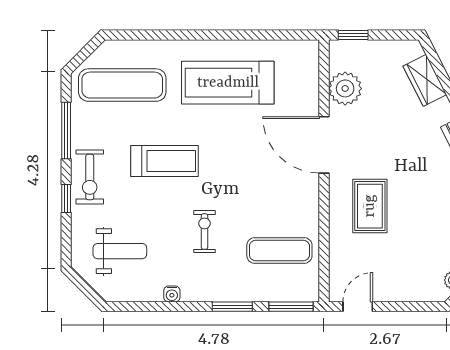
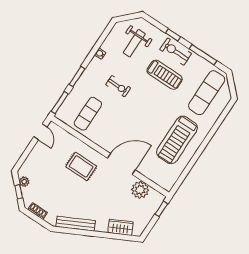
treadmill: (228, 83) -> (177, 140), turned 180
treadmill: (165, 161) -> (165, 75), moved, turned -90

